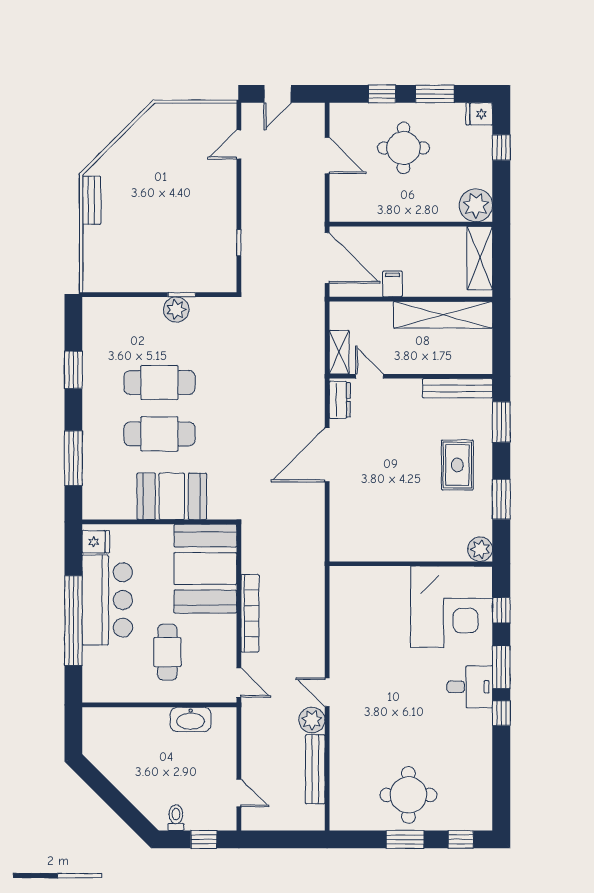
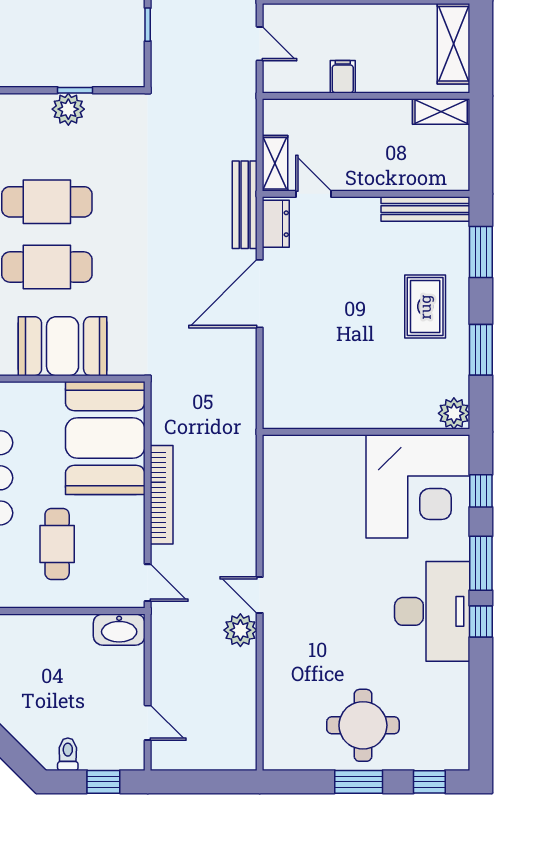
door: (327, 258) -> (260, 44), width x0.53
shelving: (443, 315) -> (441, 111), width x0.45, depth x0.75
desk: (470, 687) -> (432, 611), width x1.87, depth x1.30
washbasin: (191, 719) -> (119, 630), moved
bench: (315, 769) -> (245, 205), moved

